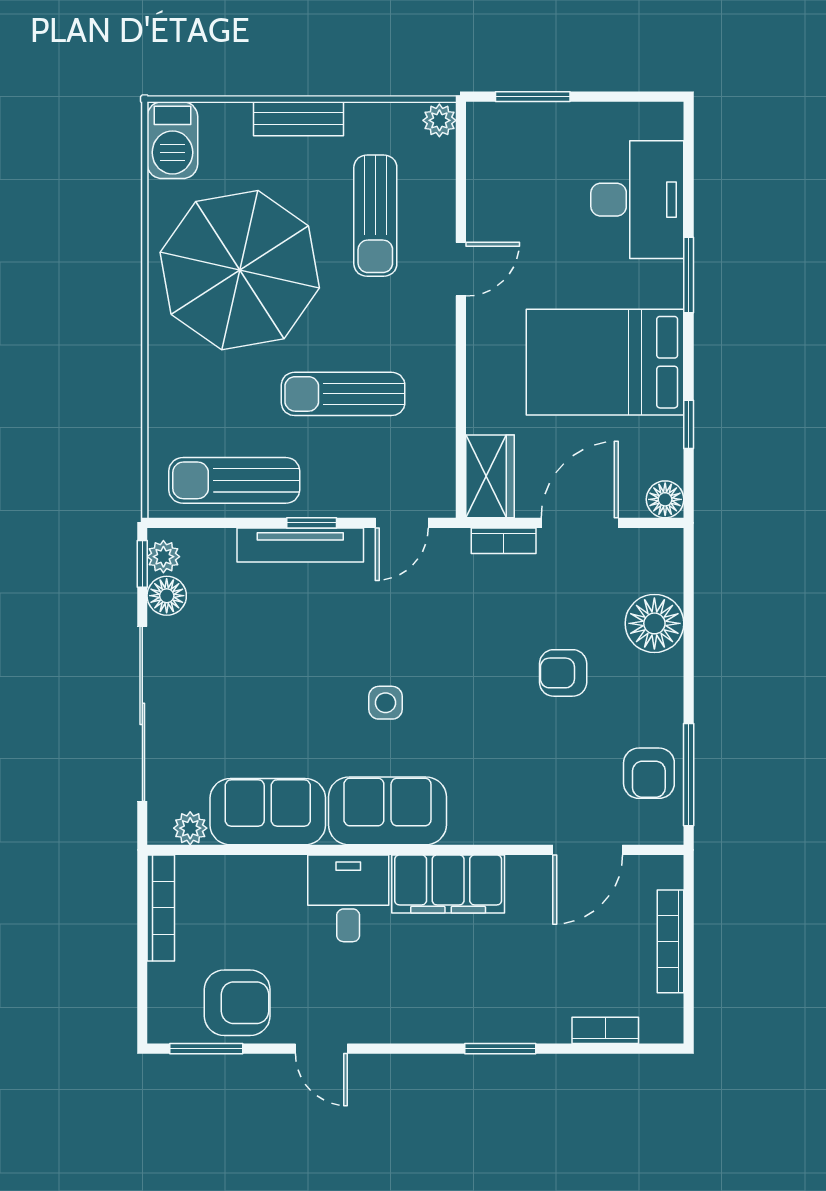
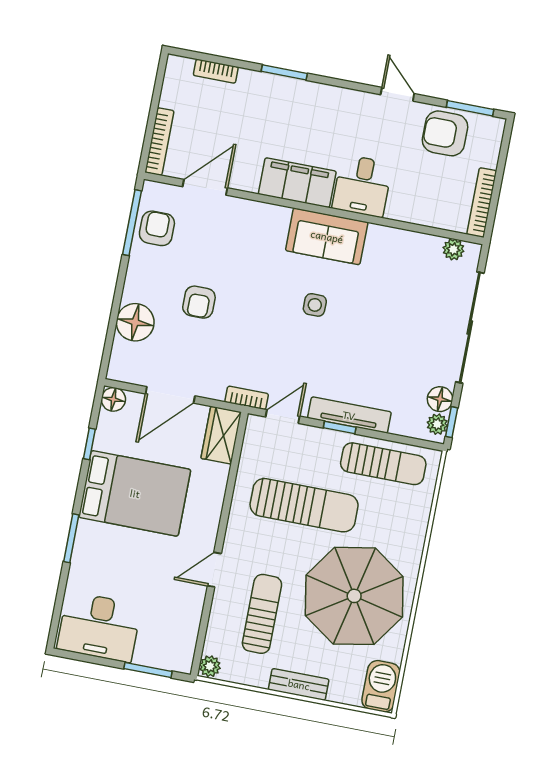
desk: (637, 200) -> (99, 627), moved, turned -90
sun lounger: (343, 394) -> (304, 505), width x1.36, depth x1.34
bookcase: (504, 541) -> (247, 398), moved
armchair: (563, 673) -> (199, 302), turned 90
sofa: (268, 812) -> (402, 250), removed
bookcase: (670, 941) -> (160, 142), moved

